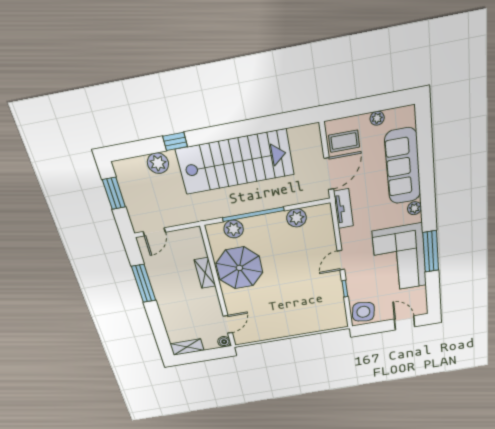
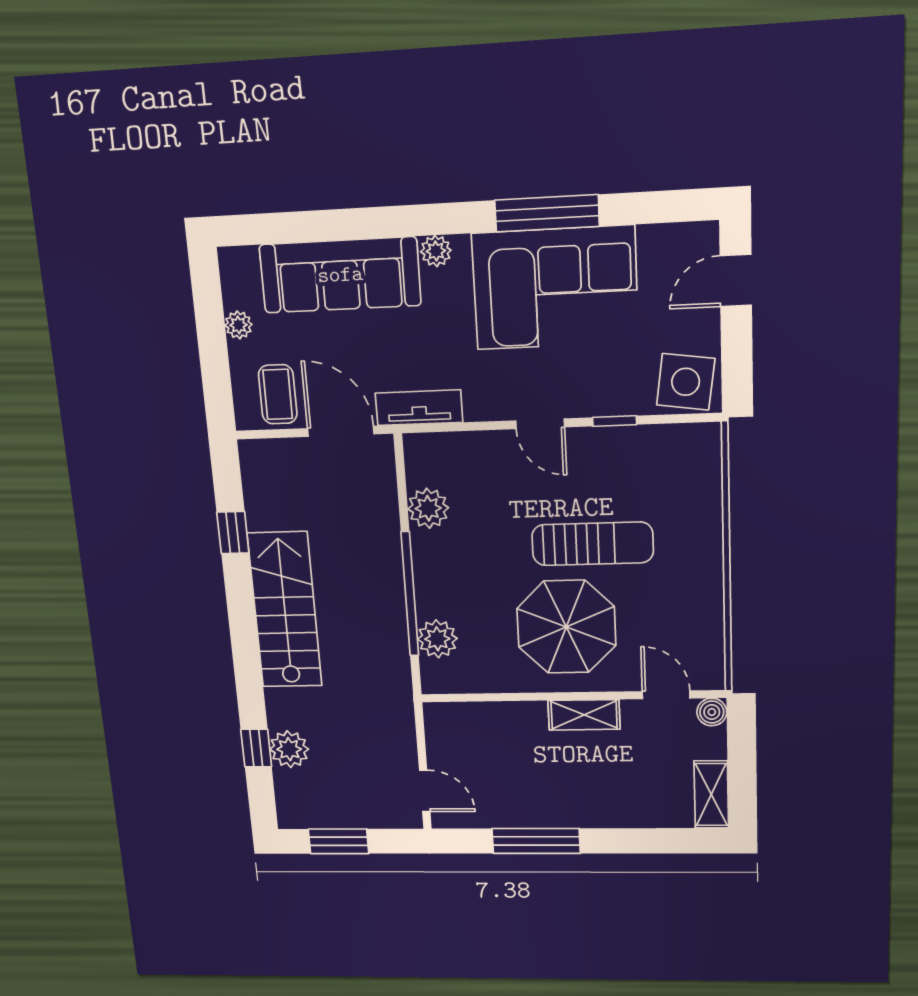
window: (270, 123) -> (233, 533), added
window: (175, 141) -> (256, 748), moved
stairs: (235, 162) -> (285, 610), width x0.73, depth x0.66
parasol: (239, 268) -> (566, 627), moved
shelving: (205, 273) -> (584, 715), moved
sun lounger: (290, 288) -> (593, 544), added

